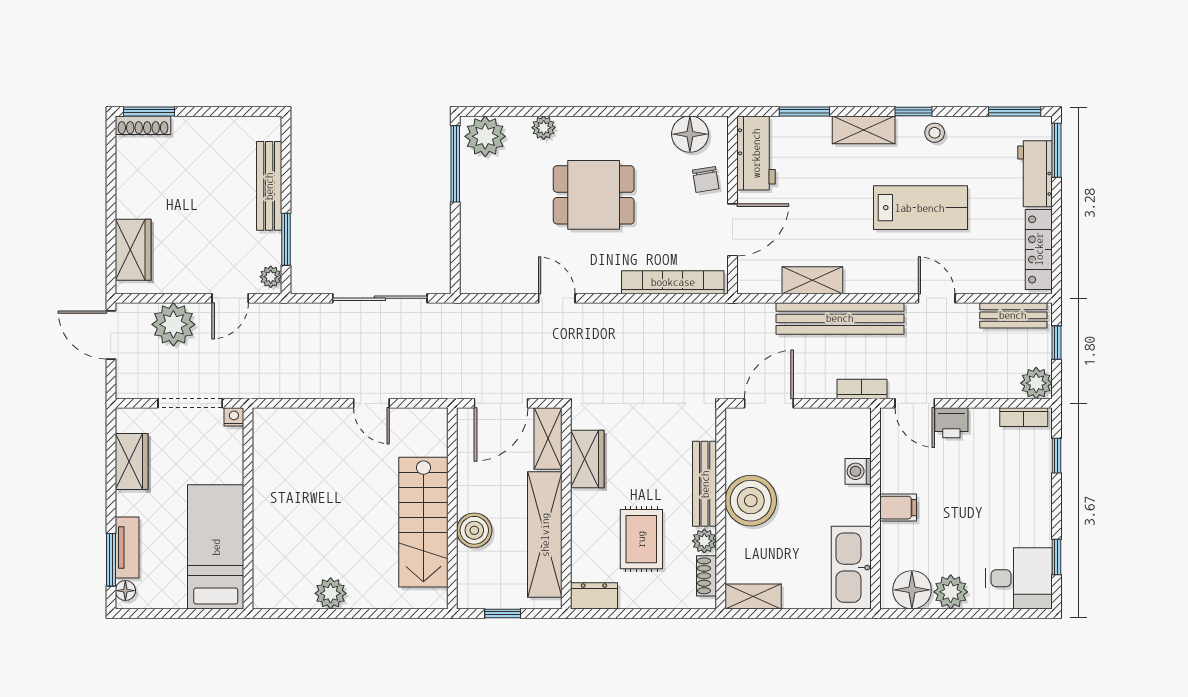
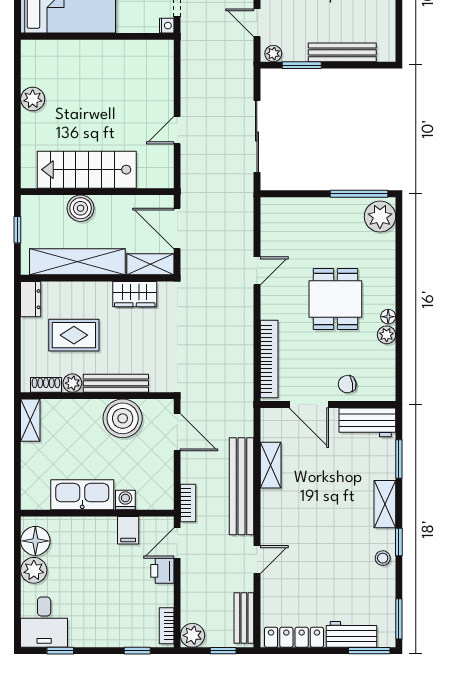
plant: (544, 128) -> (387, 335), moved
floor lamp: (690, 134) -> (388, 317), moved, width x0.53, depth x0.53
lab bench: (920, 208) -> (326, 547), removed
boiler: (751, 501) -> (123, 418), moved
filing cabinet: (898, 508) -> (128, 530), moved
kitchen sink: (851, 568) -> (82, 495), moved

